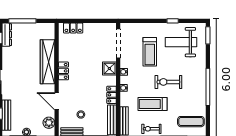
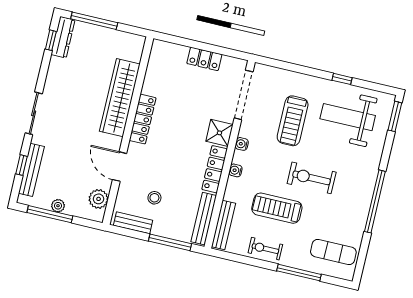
locker: (73, 28) -> (204, 59), moved
locker: (63, 71) -> (143, 119), width x1.53
locker: (112, 95) -> (215, 169), width x1.53

